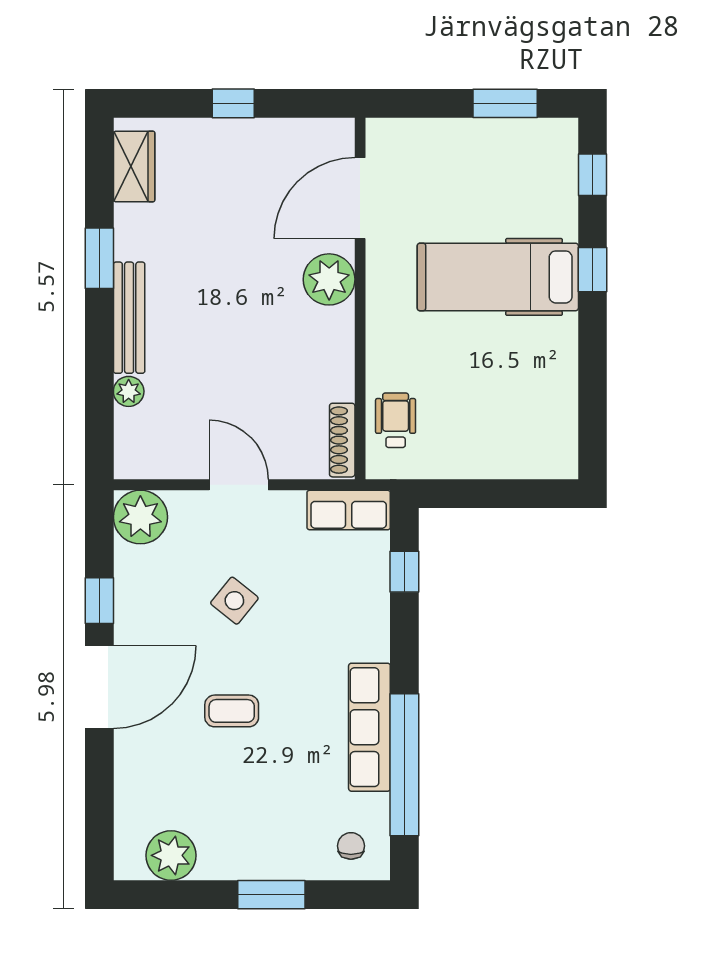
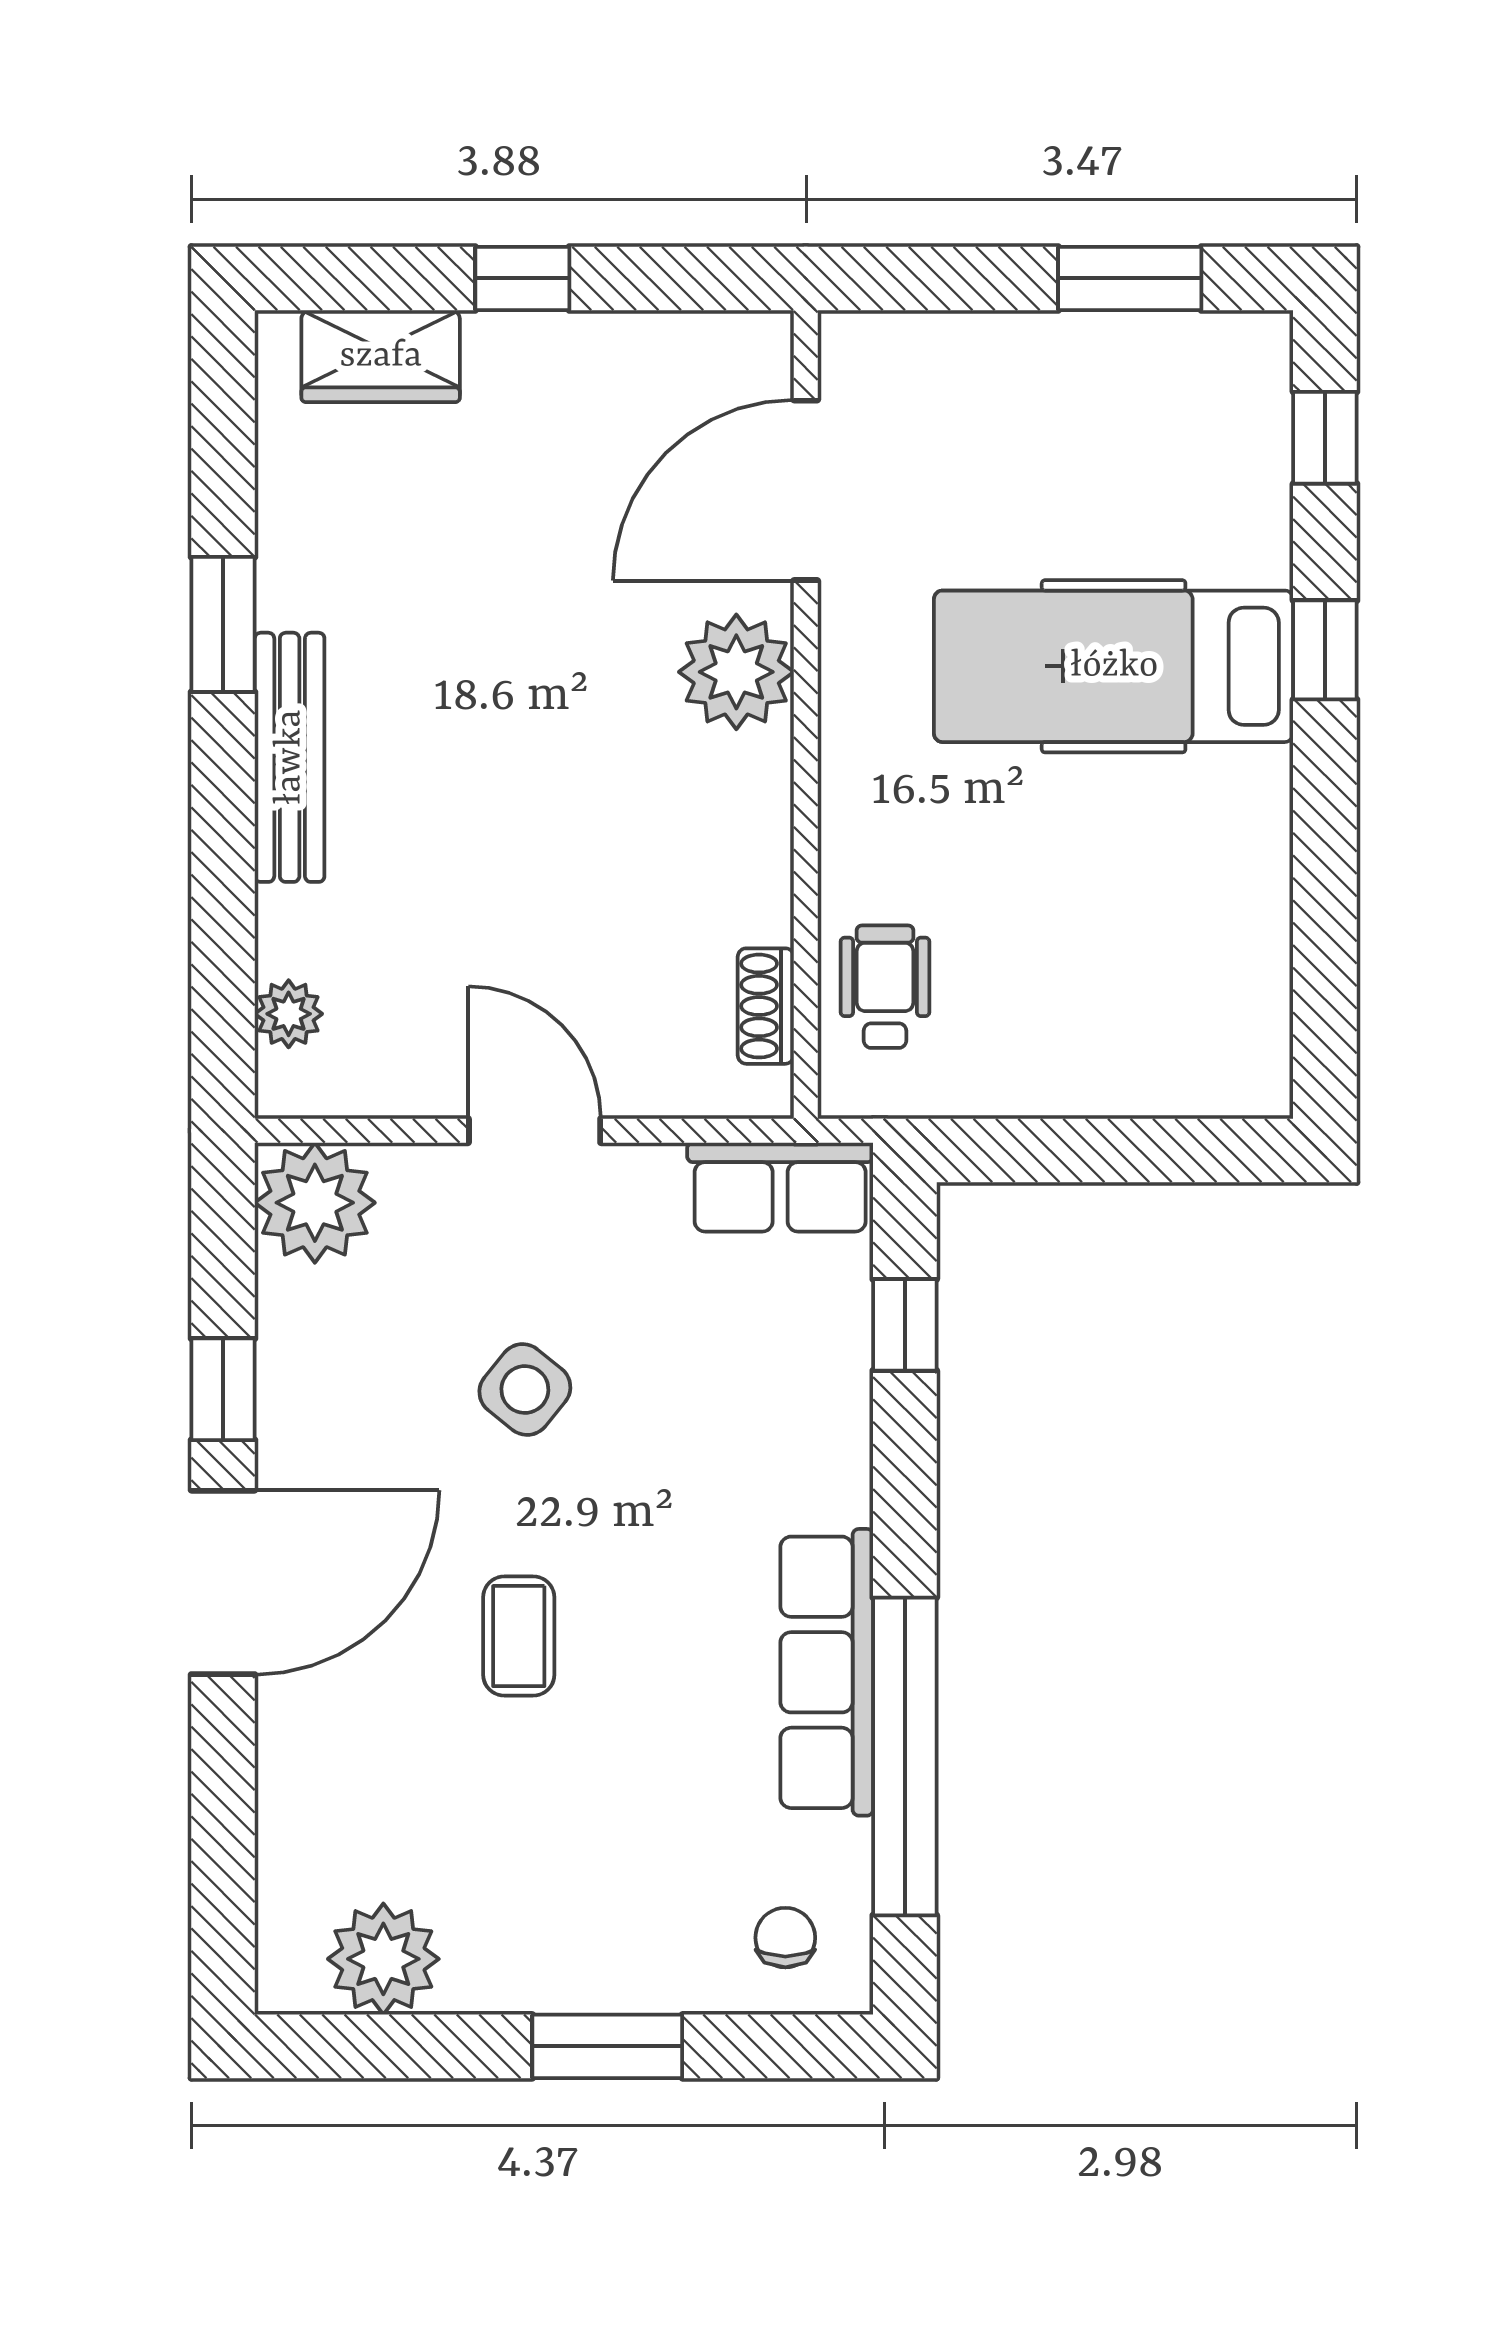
wardrobe: (134, 166) -> (381, 356), moved, turned 90
plant: (129, 391) -> (289, 1014), moved
shoe rack: (342, 440) -> (766, 1006), width x0.70
coffee table: (232, 711) -> (519, 1636), turned 90

